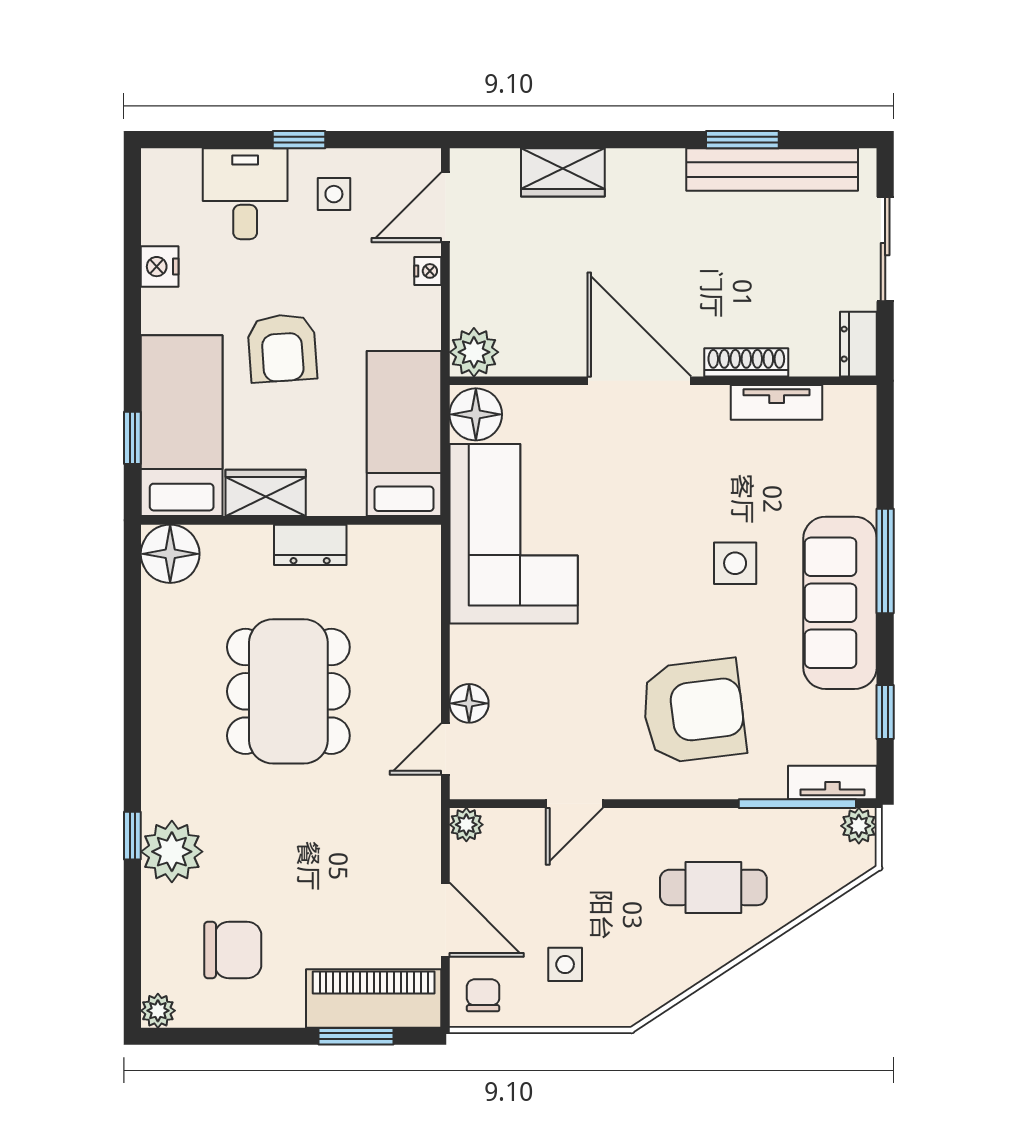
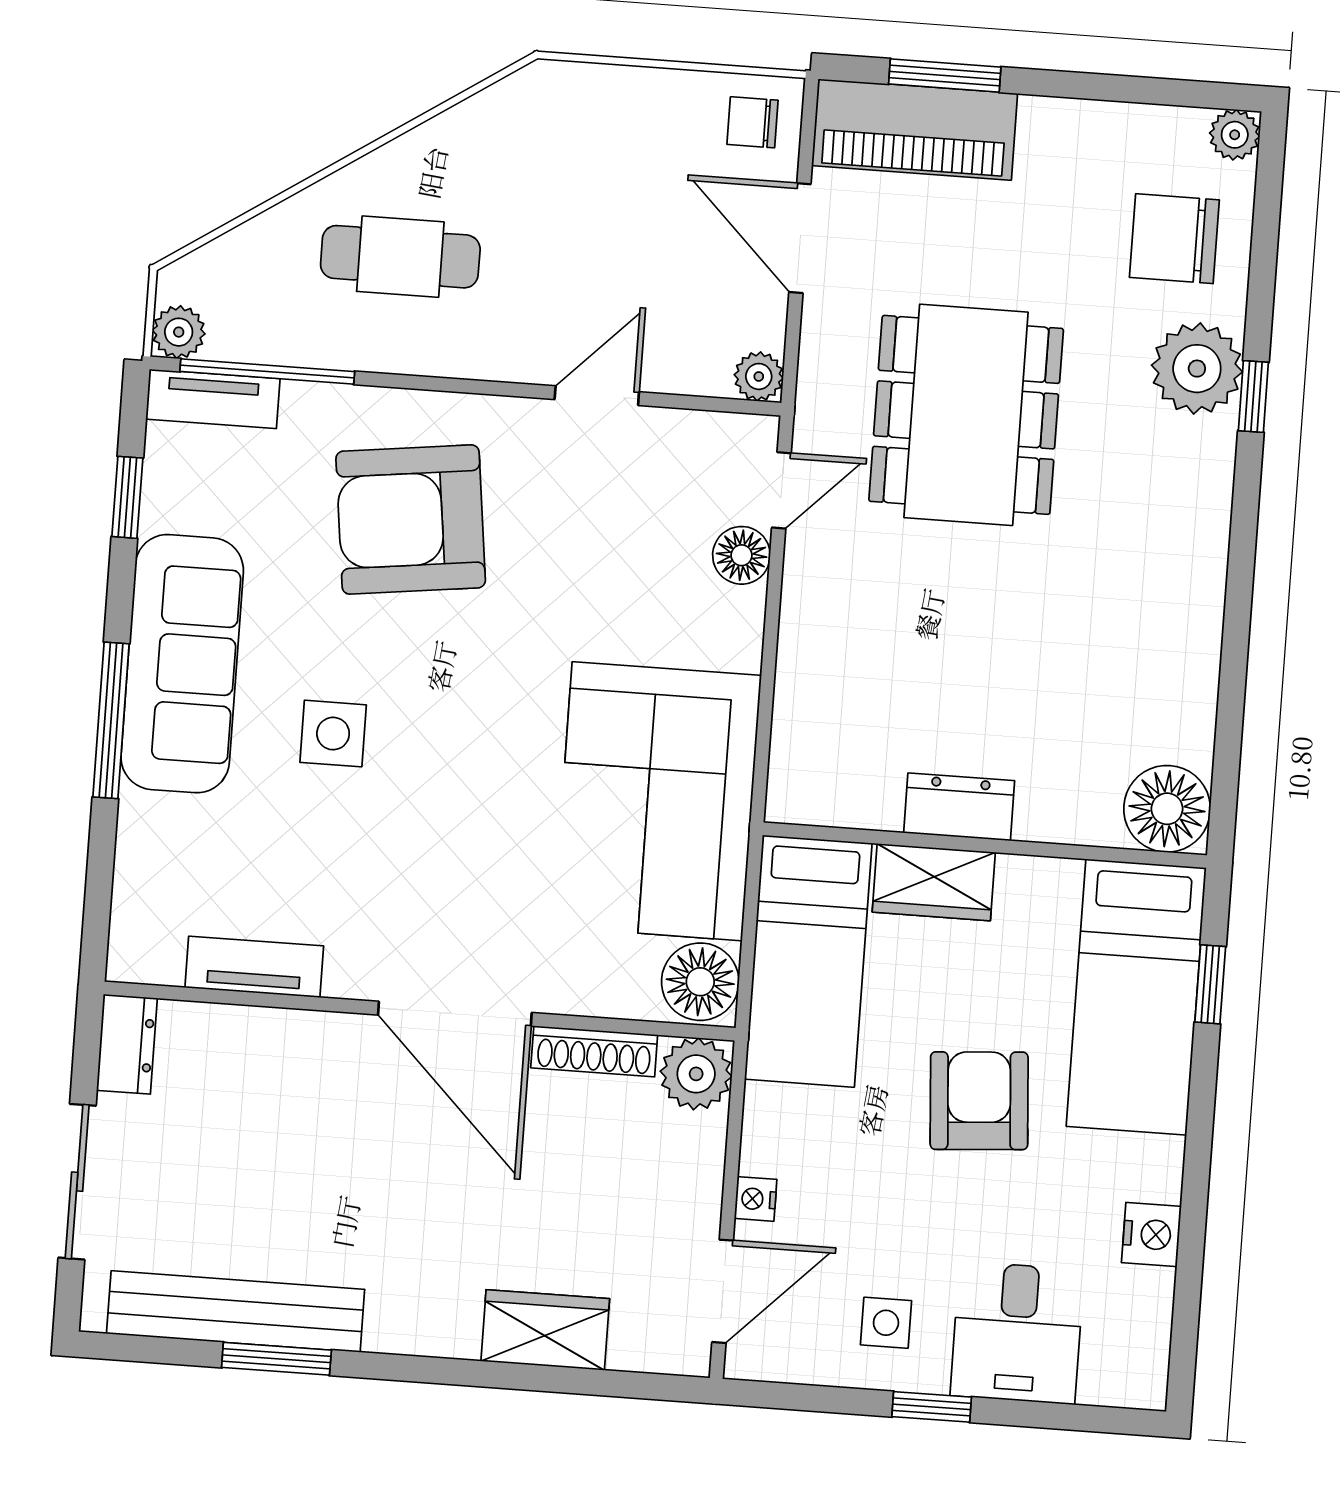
shoe rack: (746, 362) -> (594, 1051), moved
wardrobe: (266, 493) -> (934, 882), moved
dining table: (288, 691) -> (966, 415), moved
chair: (233, 950) -> (1174, 239), moved
side table: (565, 964) -> (628, 159), removed
chair: (483, 995) -> (753, 122), turned 90

